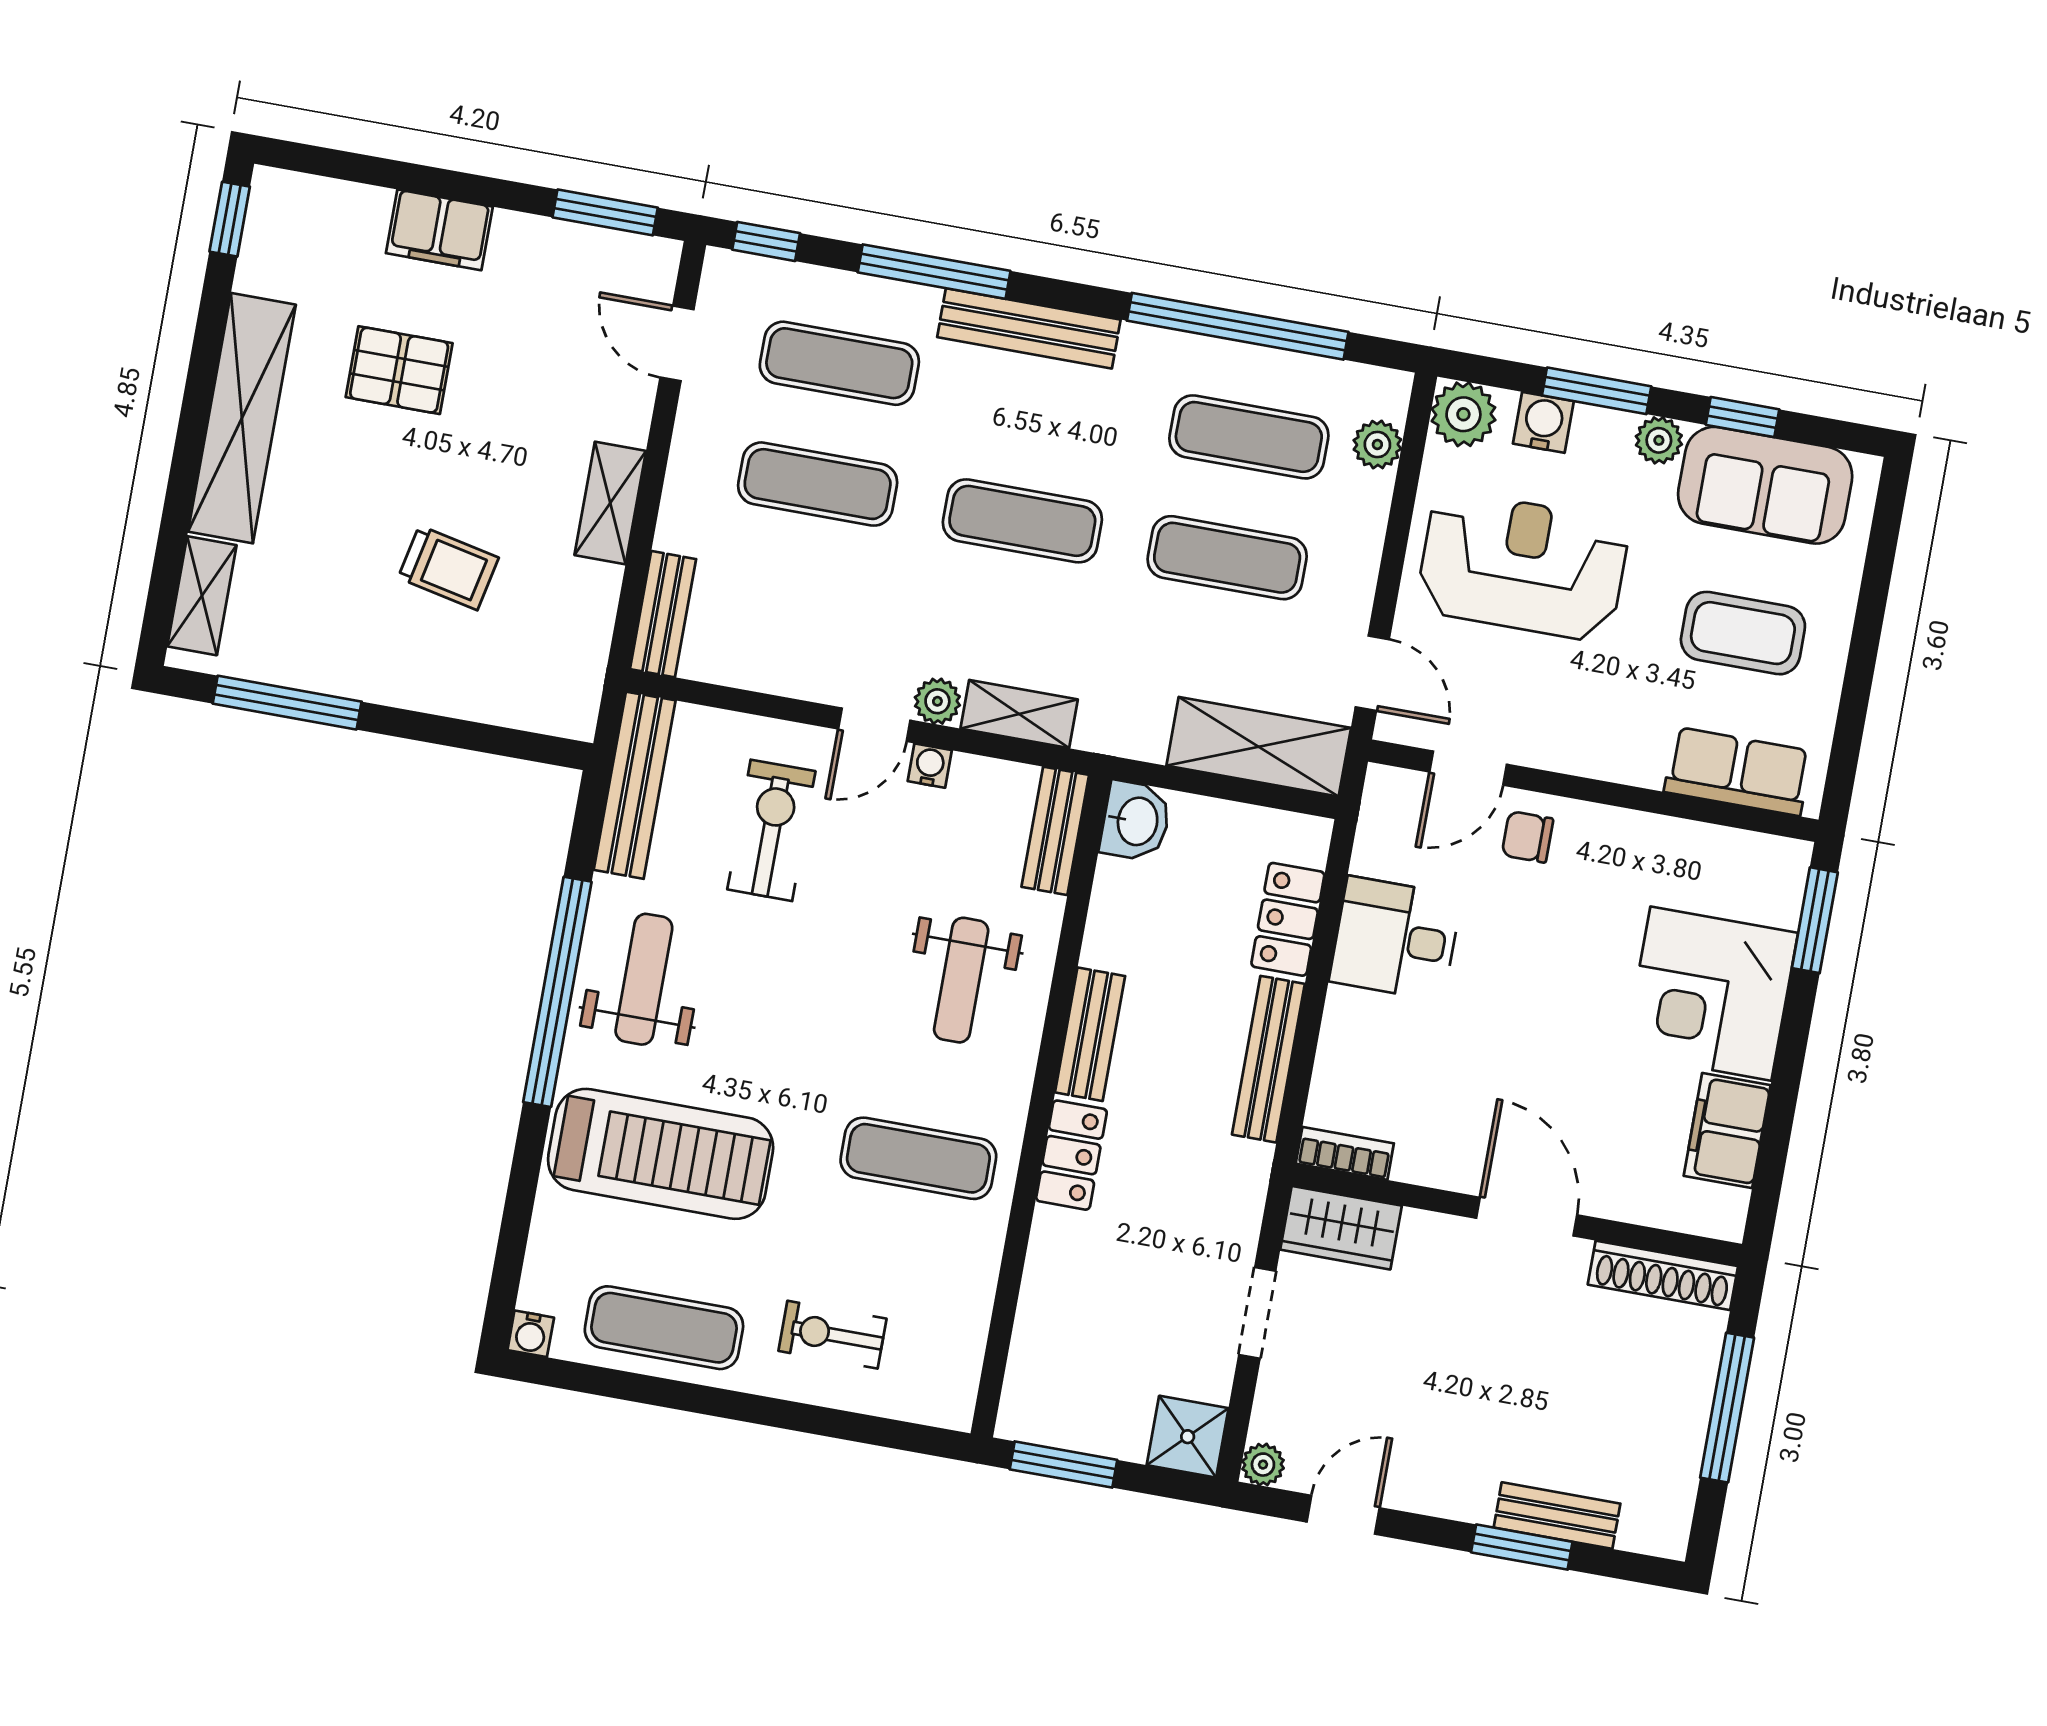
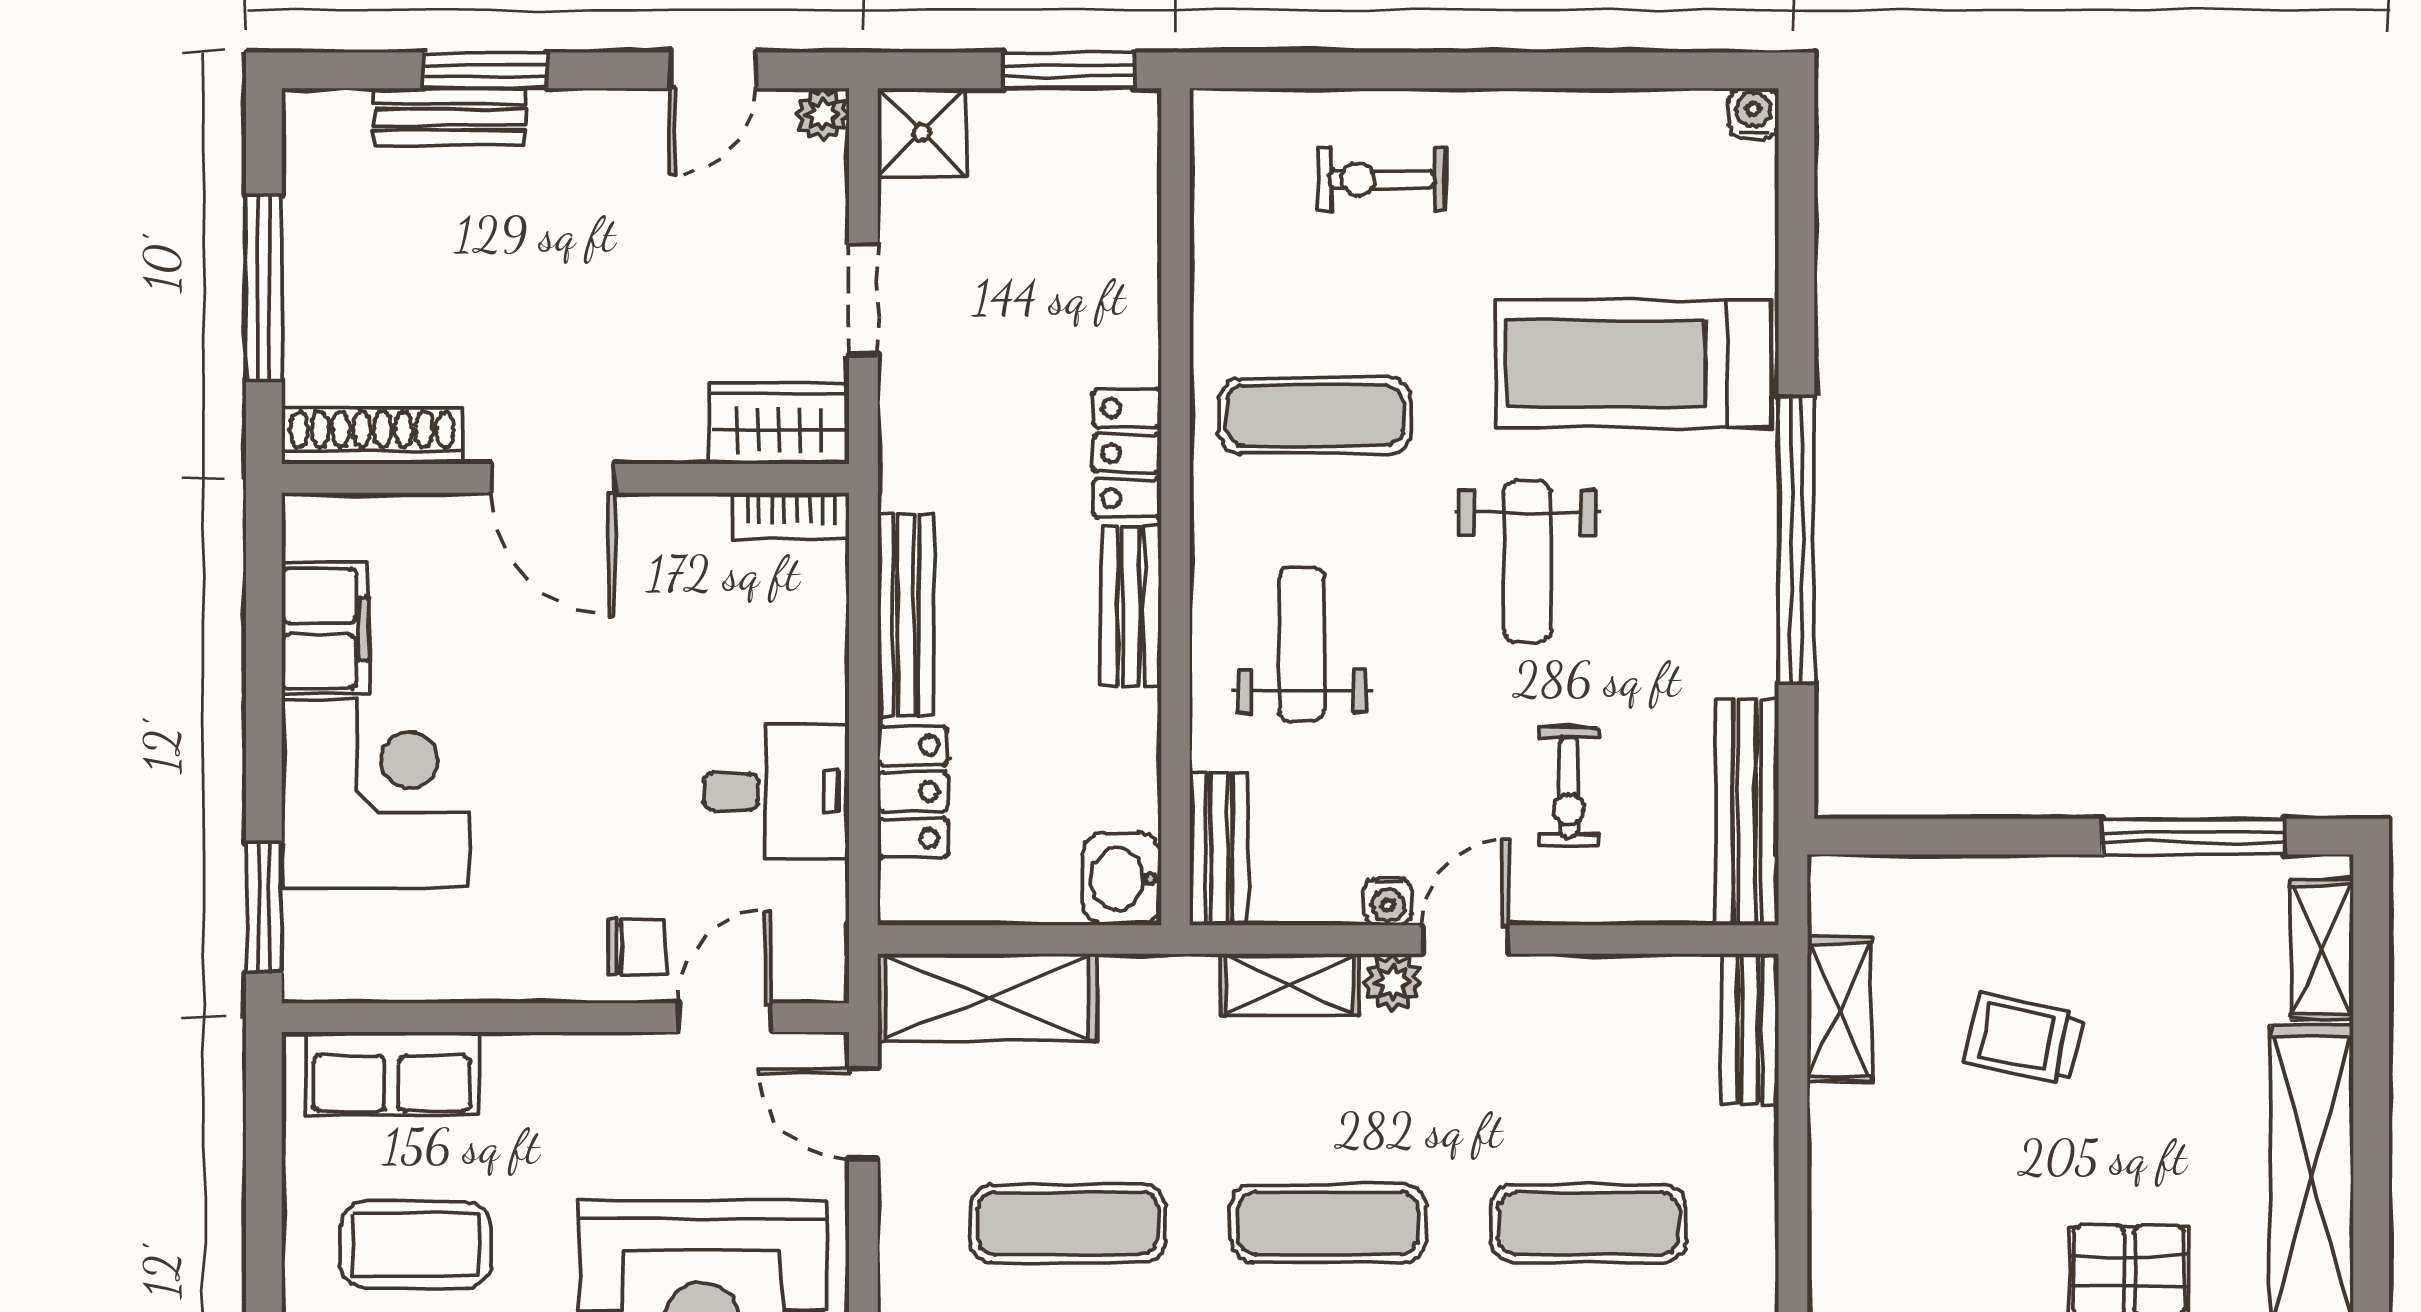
shelving: (610, 503) -> (1840, 1010), moved
exercise bike: (771, 830) -> (1569, 787), width x0.73, depth x0.72
weight bench: (644, 979) -> (1527, 562), moved
exercise mat: (664, 1328) -> (1591, 150), removed
exercise bike: (832, 1335) -> (1382, 179), turned 180

